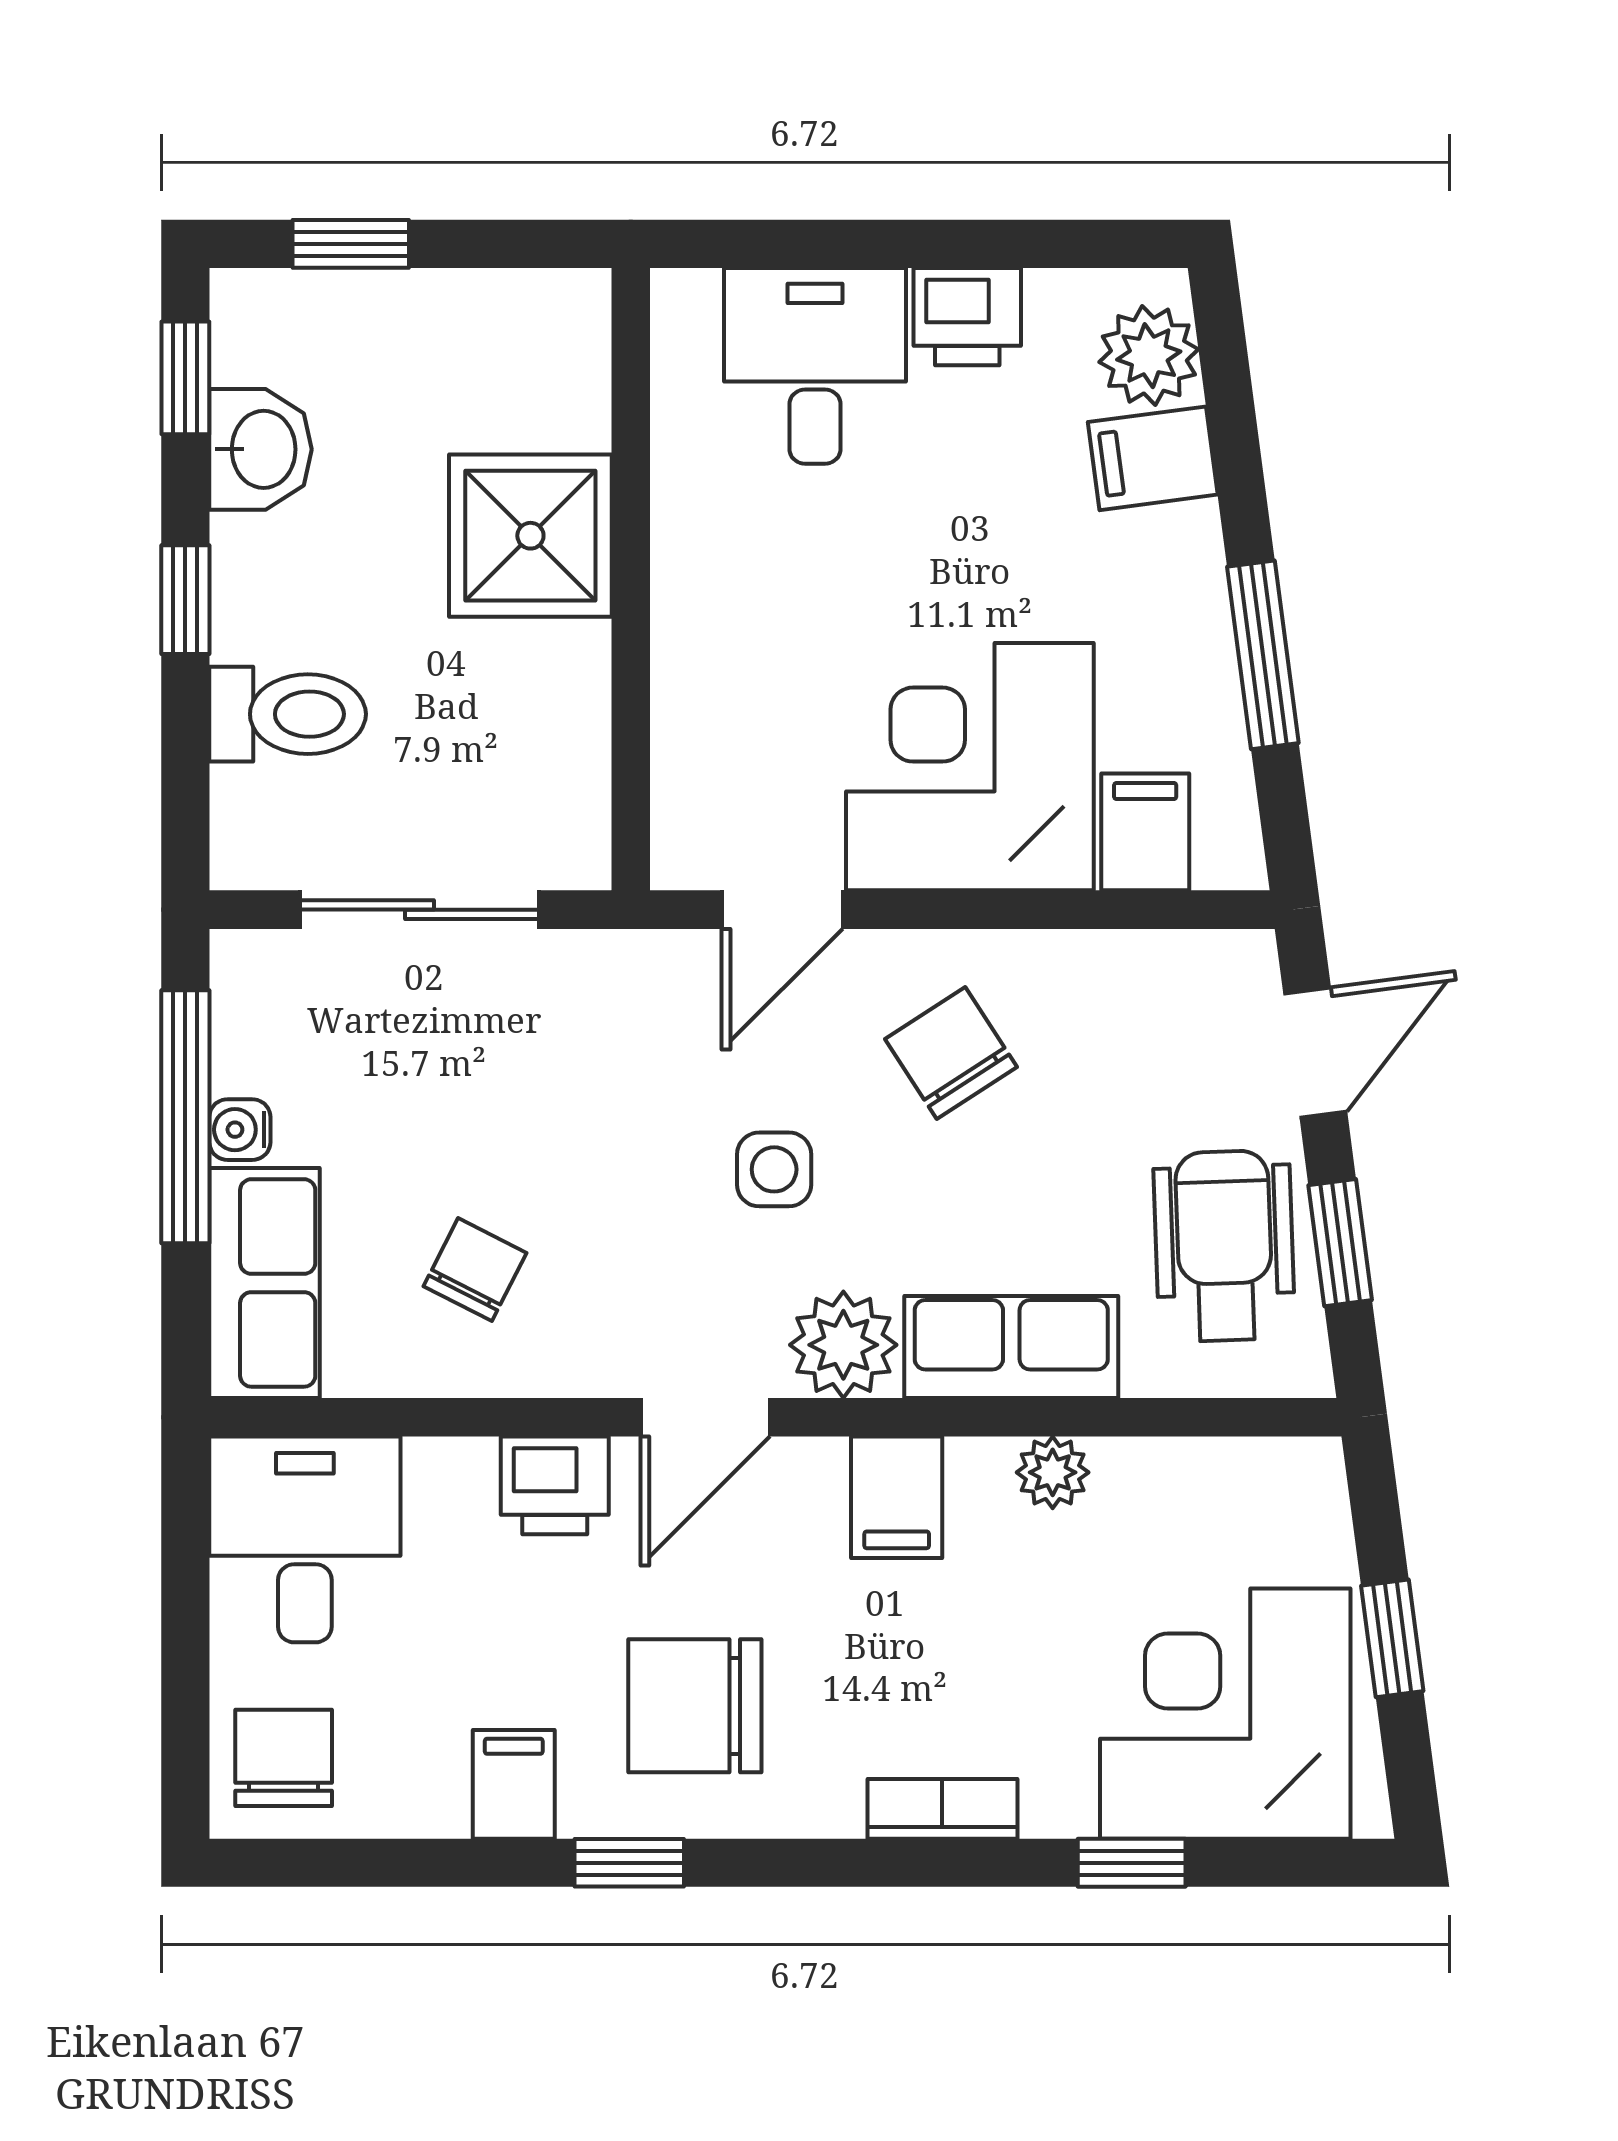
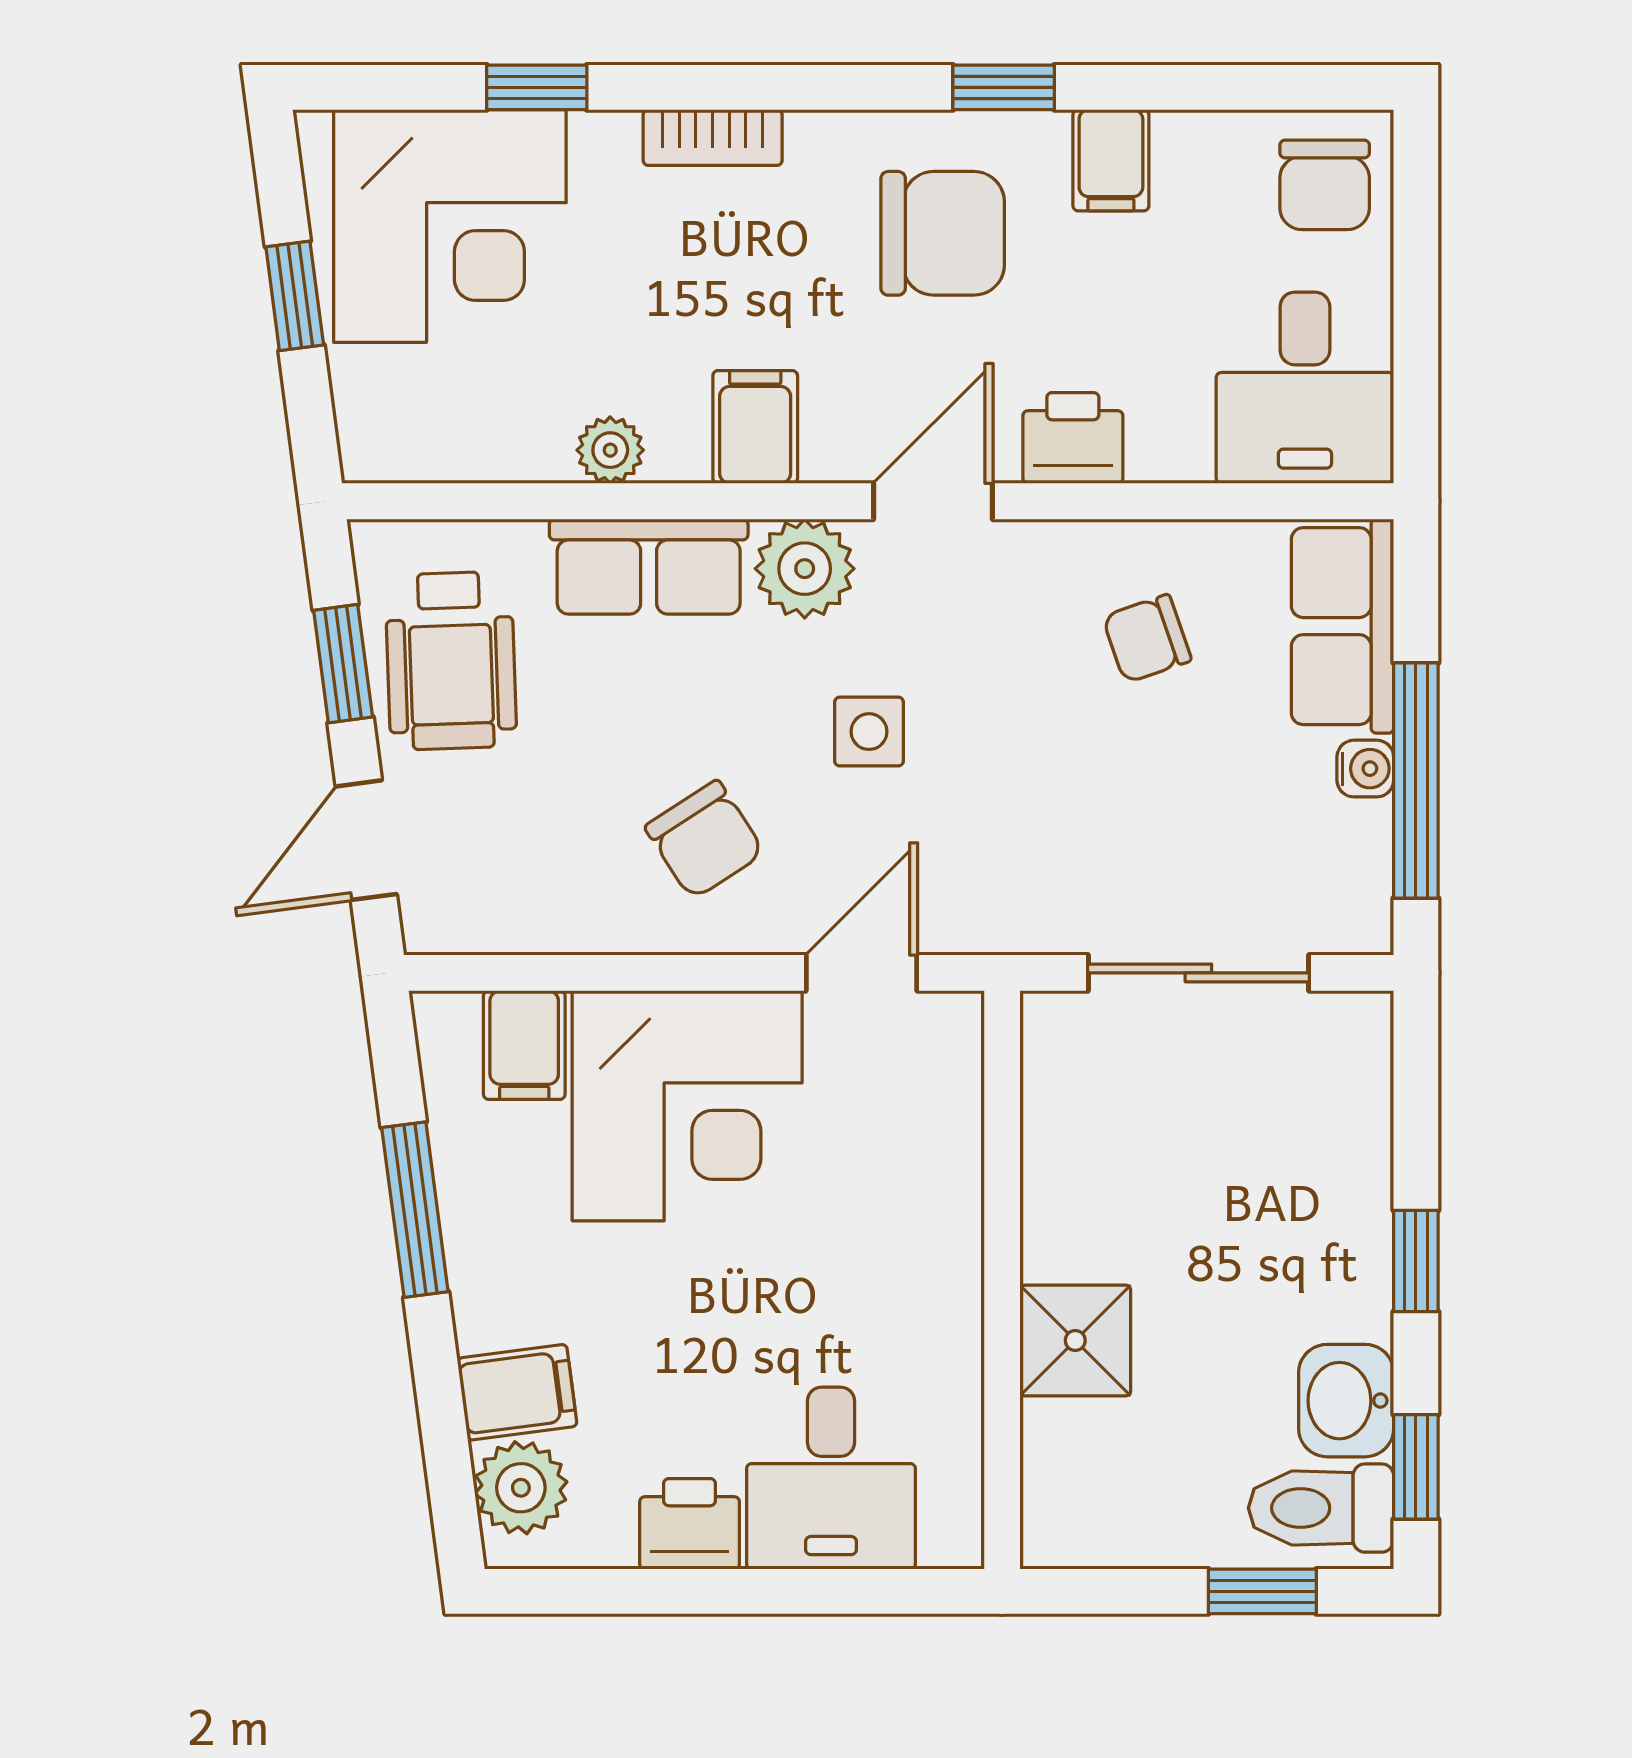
shower: (530, 536) -> (1075, 1341), width x0.73, depth x0.73
toilet: (288, 714) -> (1321, 1508), moved
chair: (475, 1270) -> (1147, 639), turned 44

